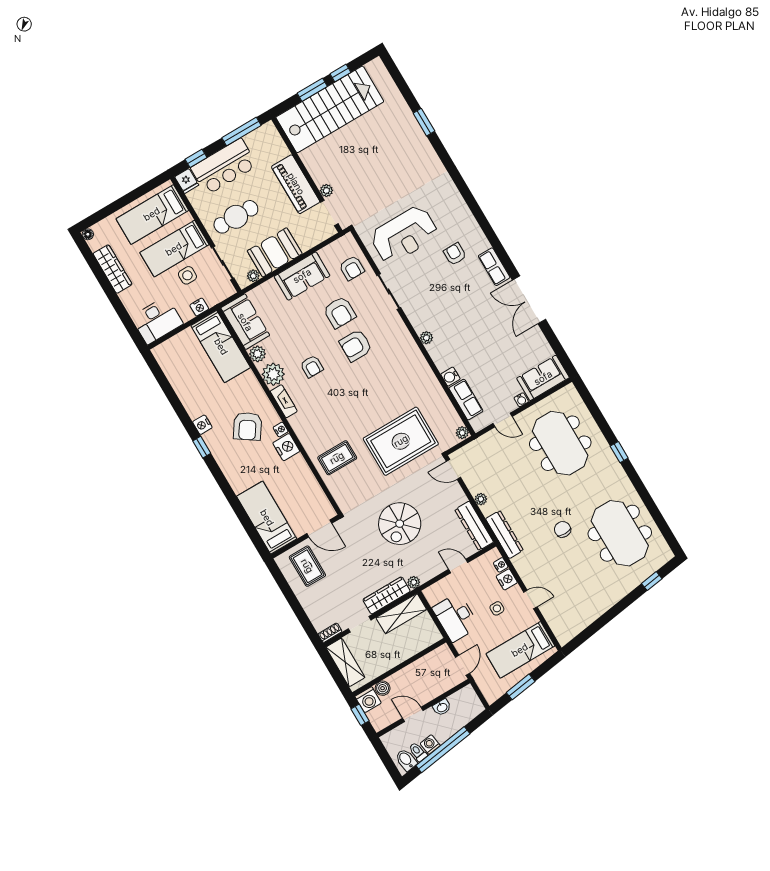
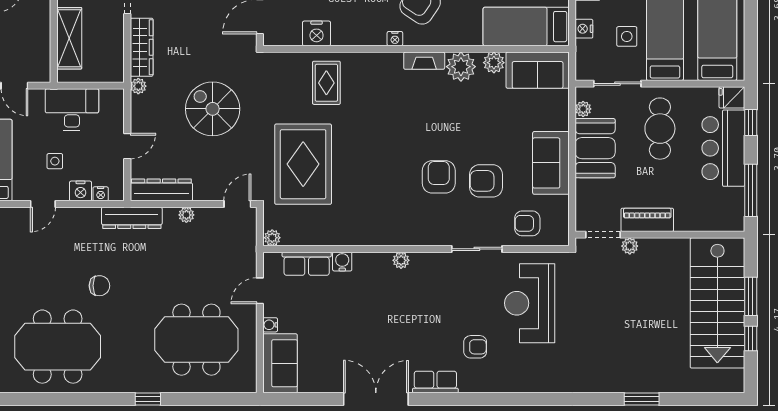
piano: (296, 184) -> (647, 220), width x0.73, depth x0.75
armchair: (312, 366) -> (444, 114), removed
nightstand: (286, 447) -> (317, 33), moved
shelving: (401, 614) -> (69, 38), moved

